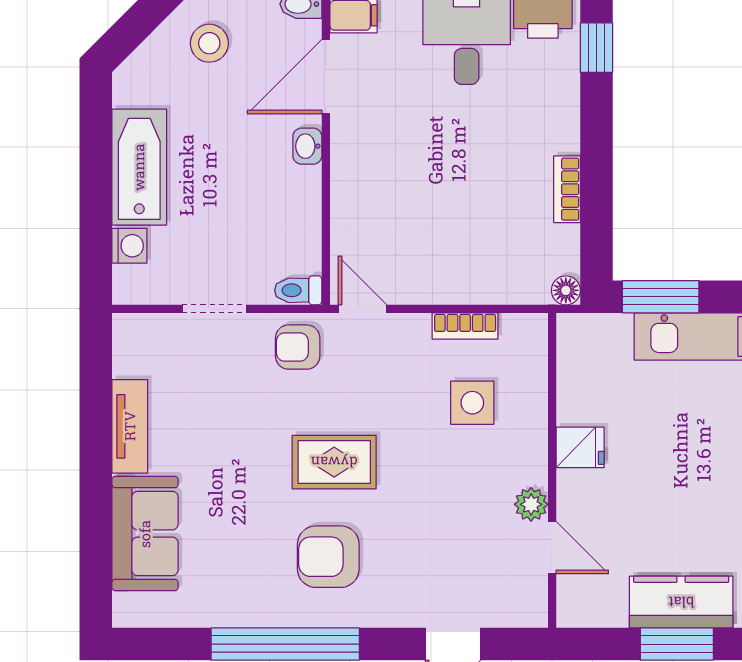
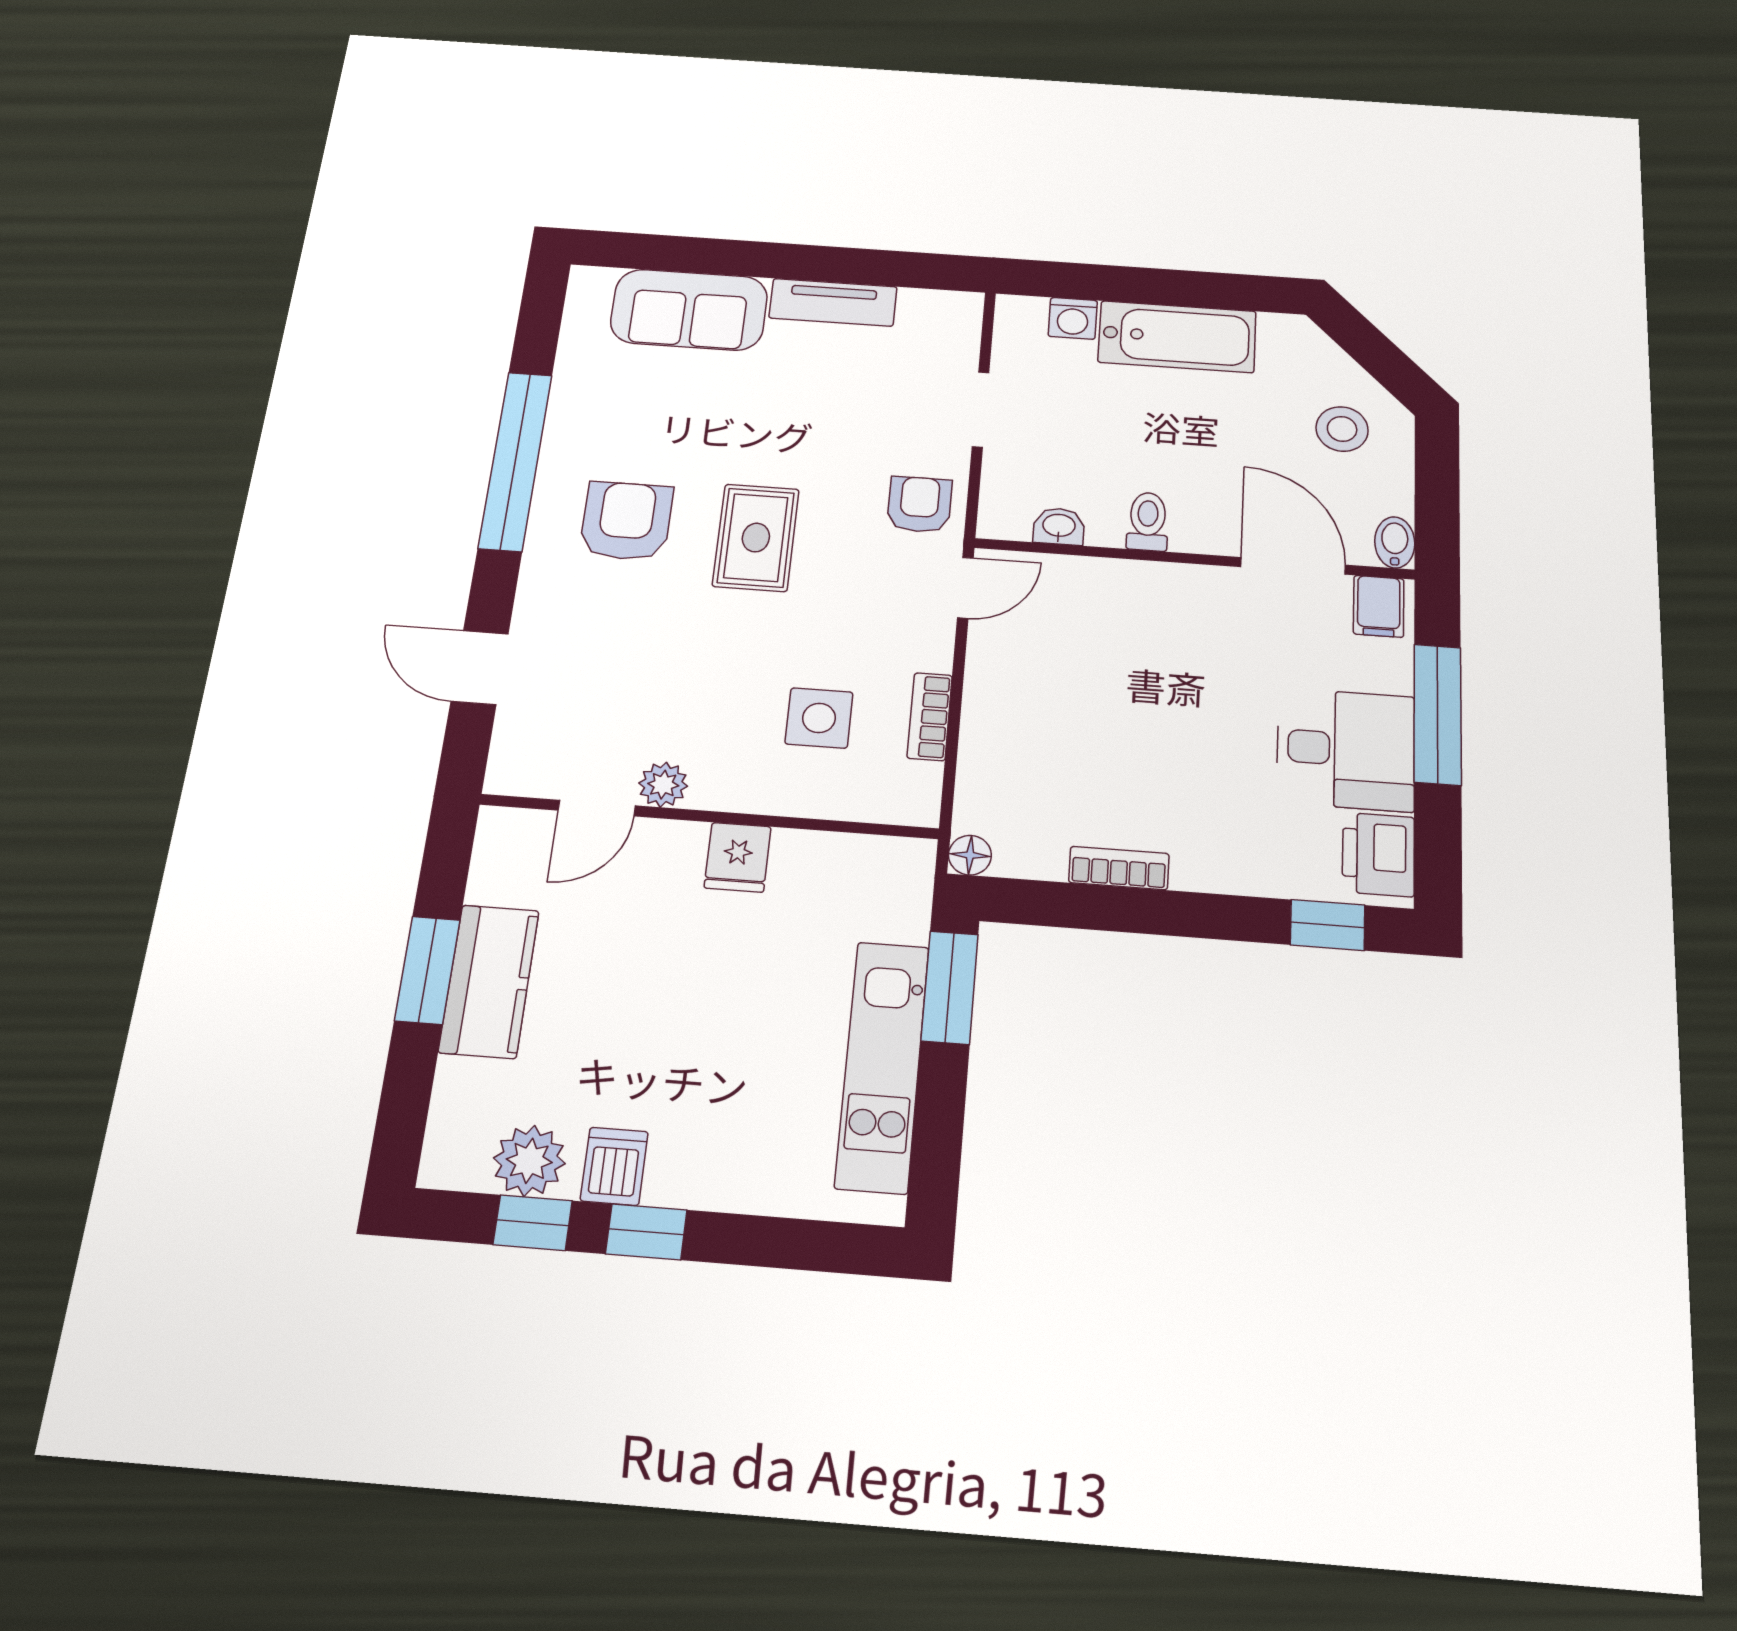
washbasin: (307, 146) -> (1059, 526), moved
toilet: (298, 290) -> (1148, 521), moved

